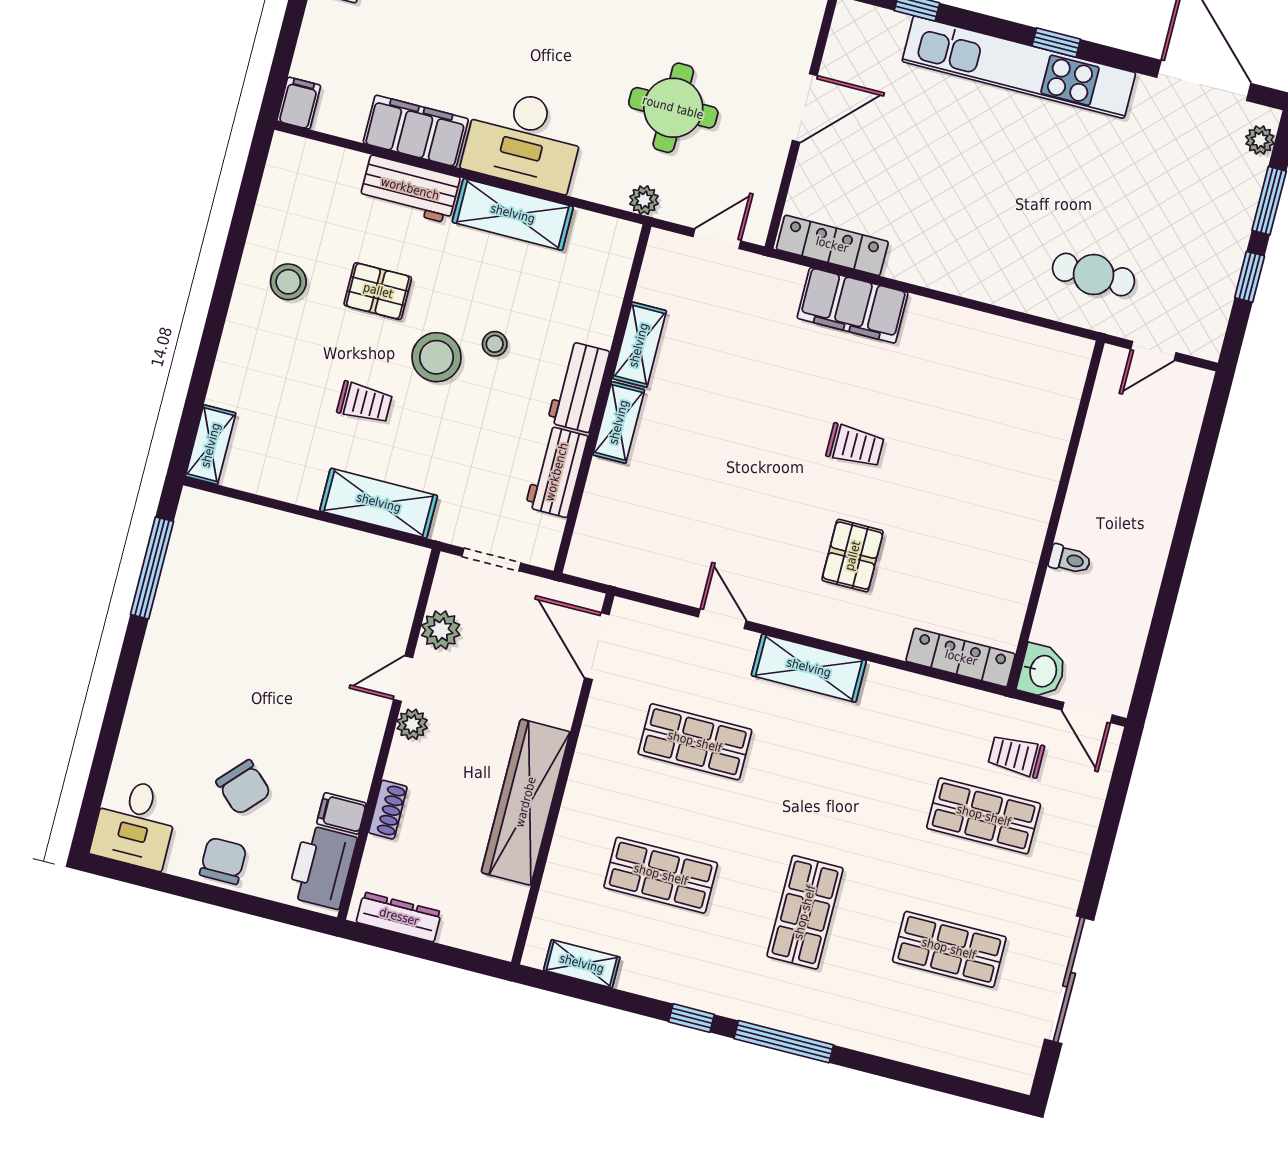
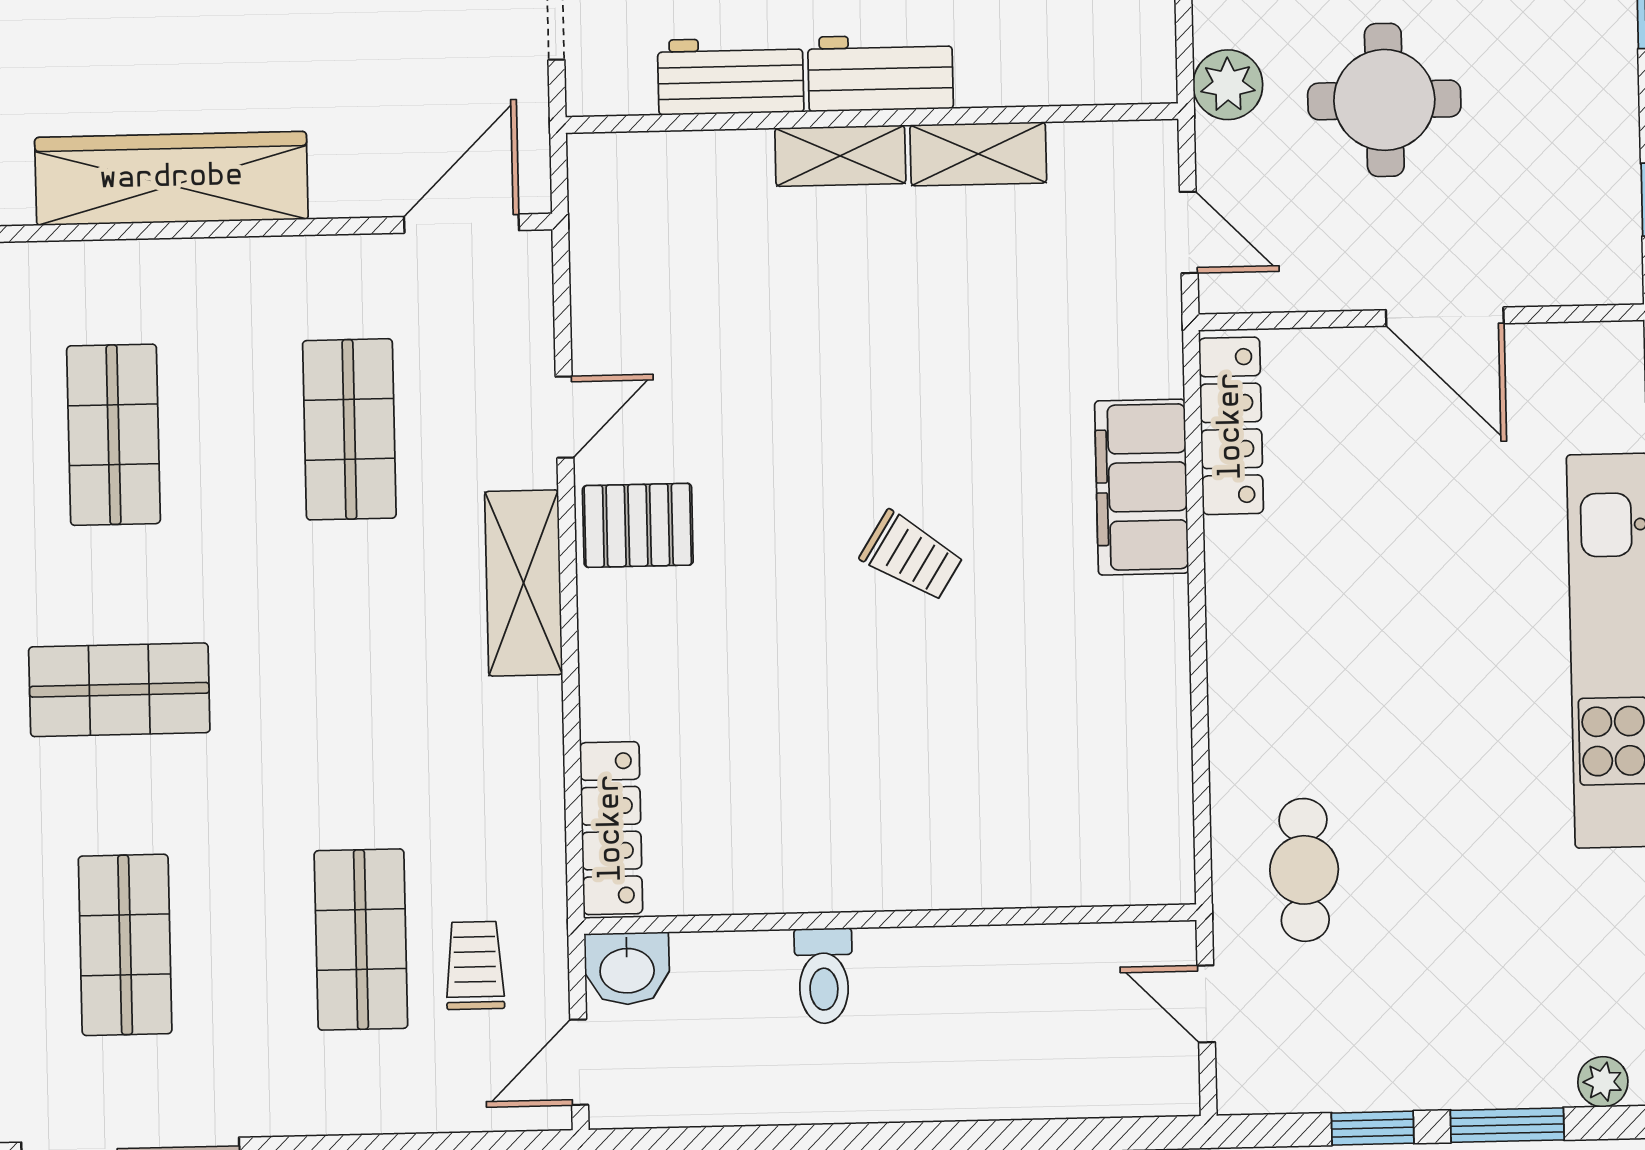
plant: (644, 200) -> (1228, 85), width x1.38, depth x1.38
trolley: (855, 446) -> (912, 556), turned -58
pallet: (853, 556) -> (638, 525), moved
toilet: (1070, 560) -> (824, 976), width x1.37, depth x1.39

